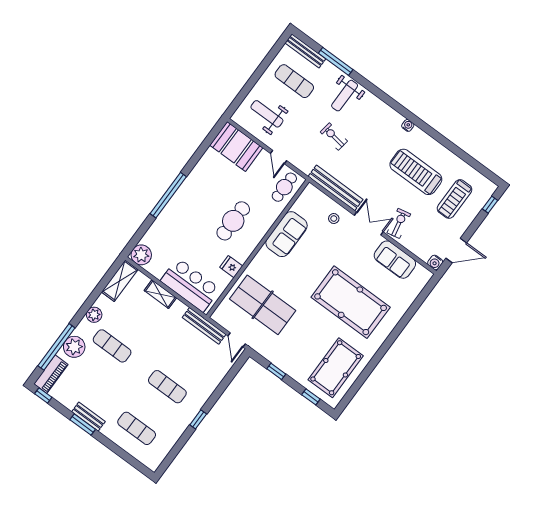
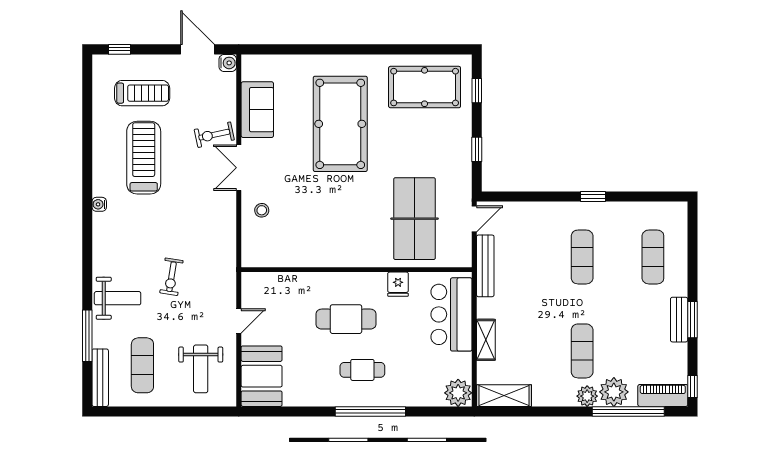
treadmill: (416, 172) -> (144, 158), turned 180
cafe table: (284, 187) -> (362, 370), moved
bench: (336, 188) -> (227, 233), removed
sofa: (287, 234) -> (317, 250), removed
plant: (94, 315) -> (587, 396), moved

